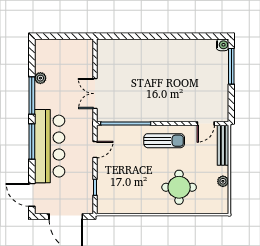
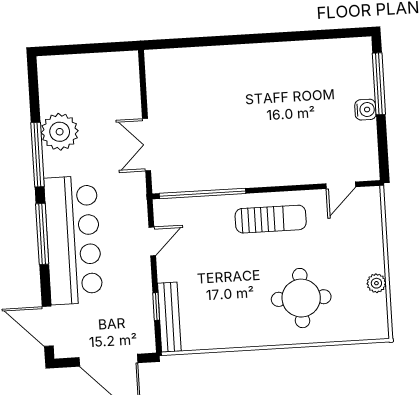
water cooler: (223, 45) -> (365, 110), moved
plant: (40, 78) -> (60, 132), width x1.88, depth x1.88
bench: (223, 145) -> (169, 317), moved

